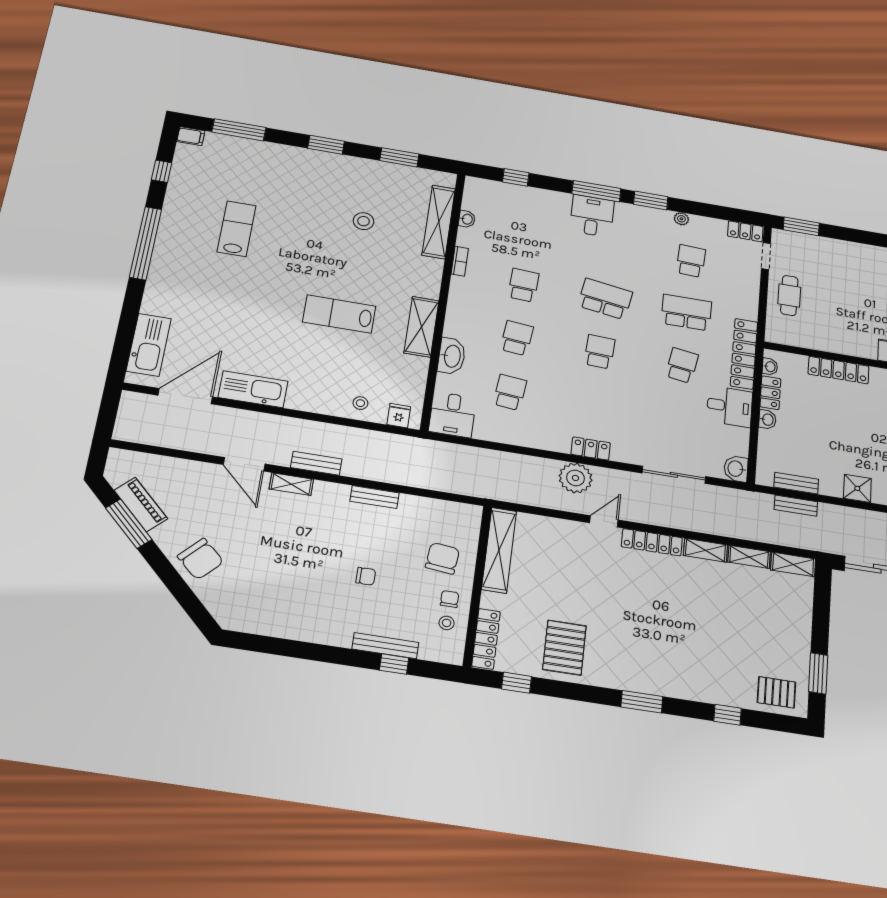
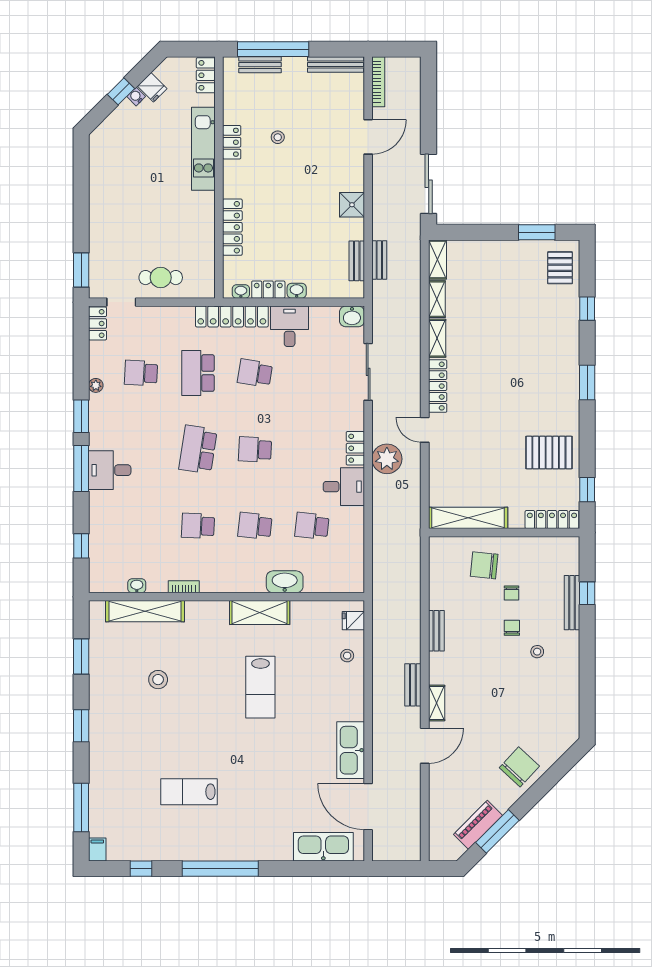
desk: (452, 415) -> (344, 487), moved
chair: (450, 599) -> (512, 593), moved, turned -90
stool: (447, 623) -> (537, 652), moved

